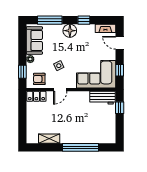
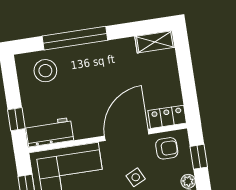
door: (60, 90) -> (127, 135), width x1.88
stool: (100, 132) -> (45, 71), added
shelving: (49, 139) -> (155, 42), moved

